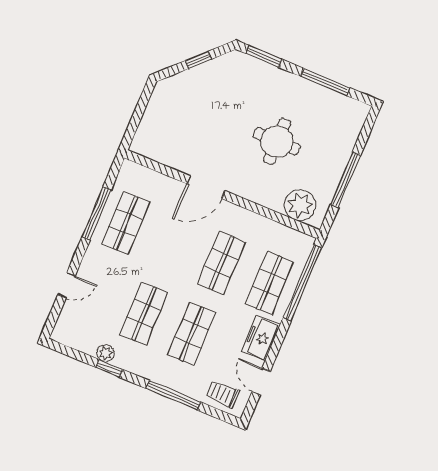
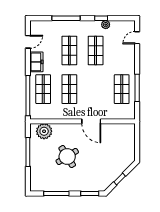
round table: (277, 141) -> (67, 157), turned -32
door: (206, 187) -> (91, 121), swing flipped
door: (66, 285) -> (137, 38), moved
door: (261, 381) -> (28, 42), hinge flipped
trolley: (223, 394) -> (43, 28), removed

